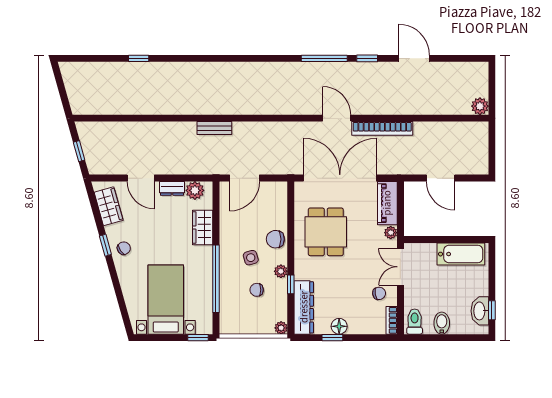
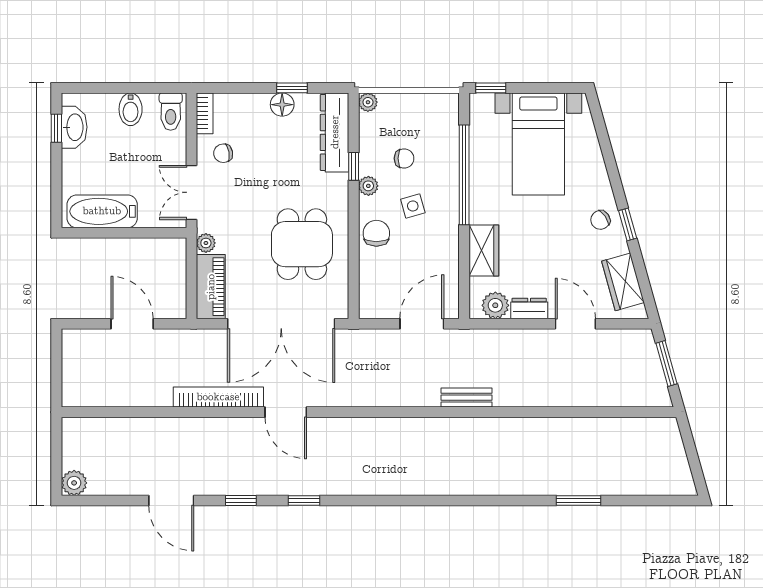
window: (139, 58) -> (578, 501), width x1.50
window: (324, 58) -> (304, 501), width x0.46
plant: (480, 106) -> (74, 483), moved
window: (79, 151) -> (667, 364), width x1.50
chair: (275, 239) -> (376, 233), turned -90
double door: (400, 267) -> (191, 192), swing flipped

